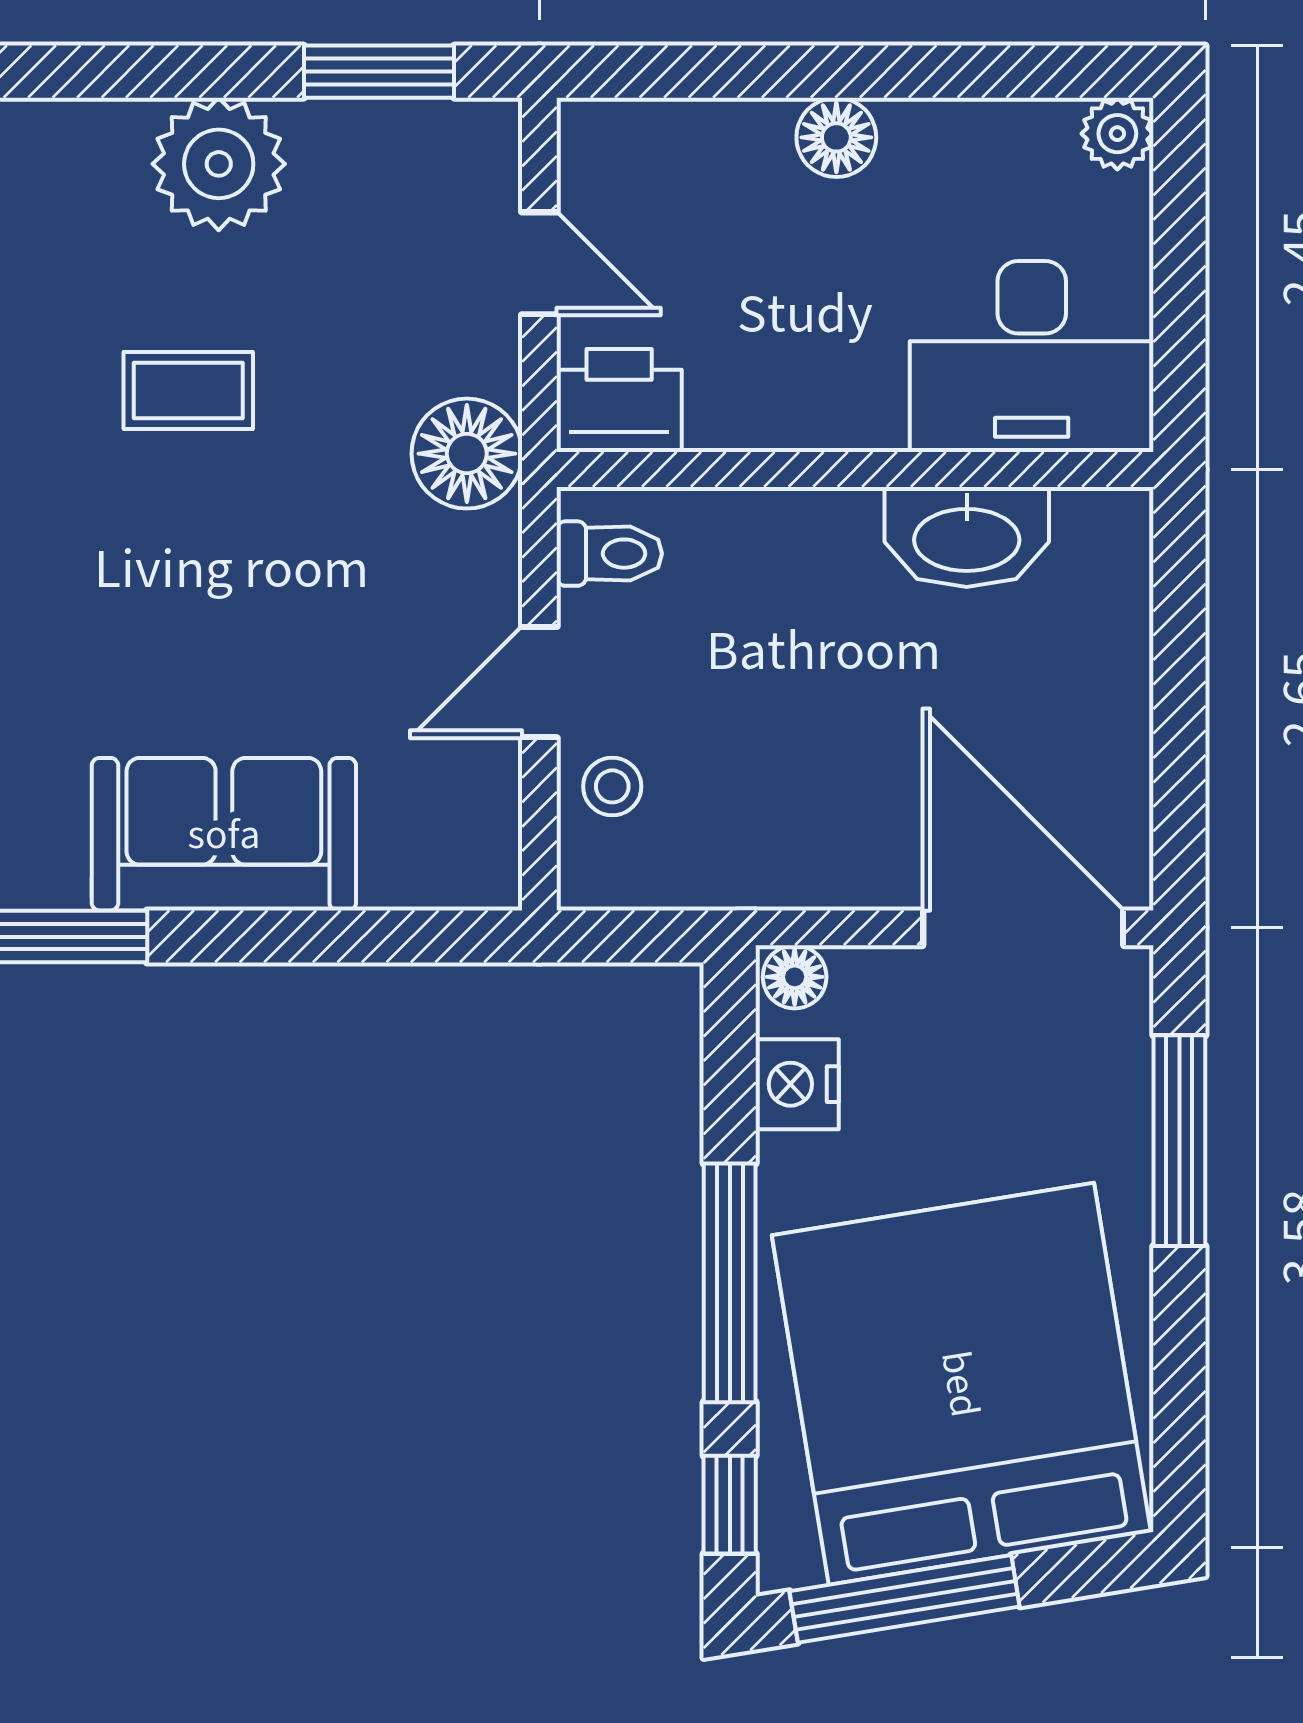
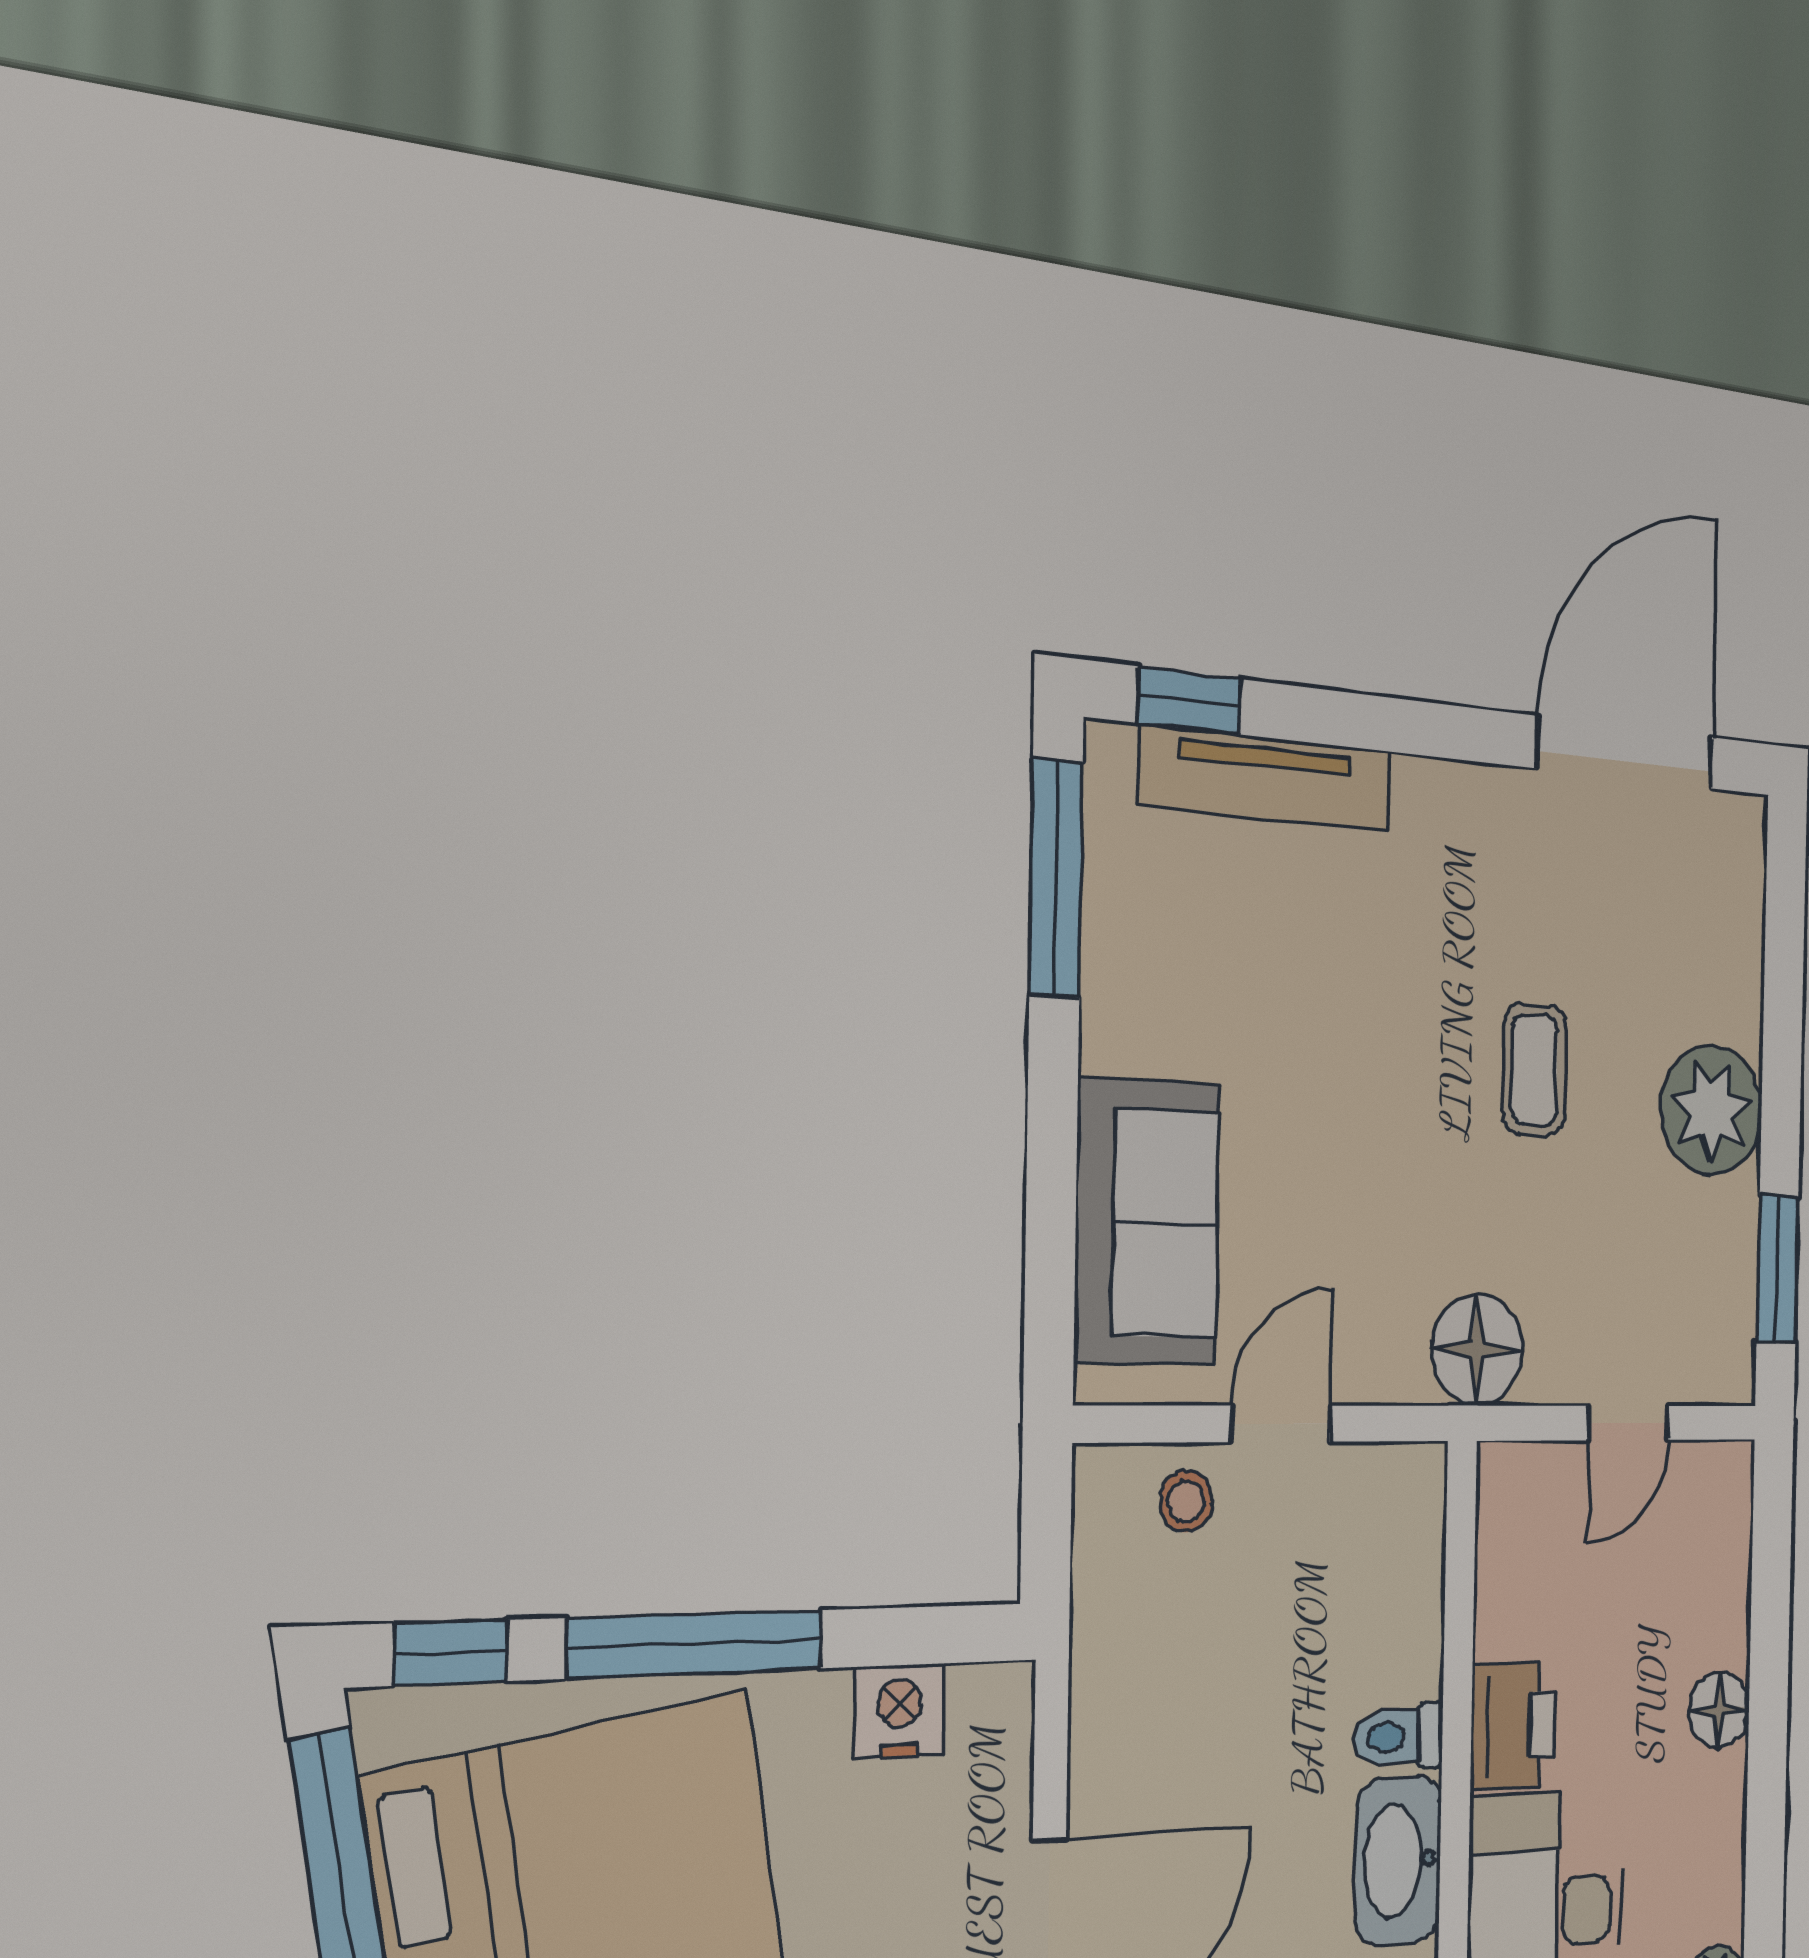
printer: (619, 401) -> (1513, 1725), moved
toilet: (609, 554) -> (1398, 1737), moved, turned 90
door: (539, 682) -> (1281, 1424), hinge flipped
sofa: (224, 834) -> (1147, 1223), moved
floor lamp: (795, 977) -> (1005, 1704), removed

